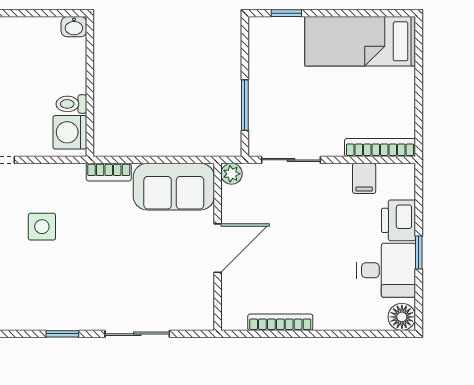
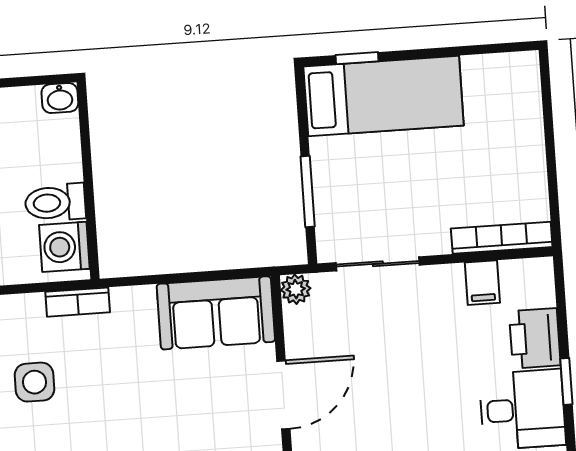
bed: (360, 41) -> (384, 96), moved, turned 180
toilet: (71, 104) -> (55, 203), width x1.37, depth x1.39
bookcase: (109, 172) -> (78, 302), moved

